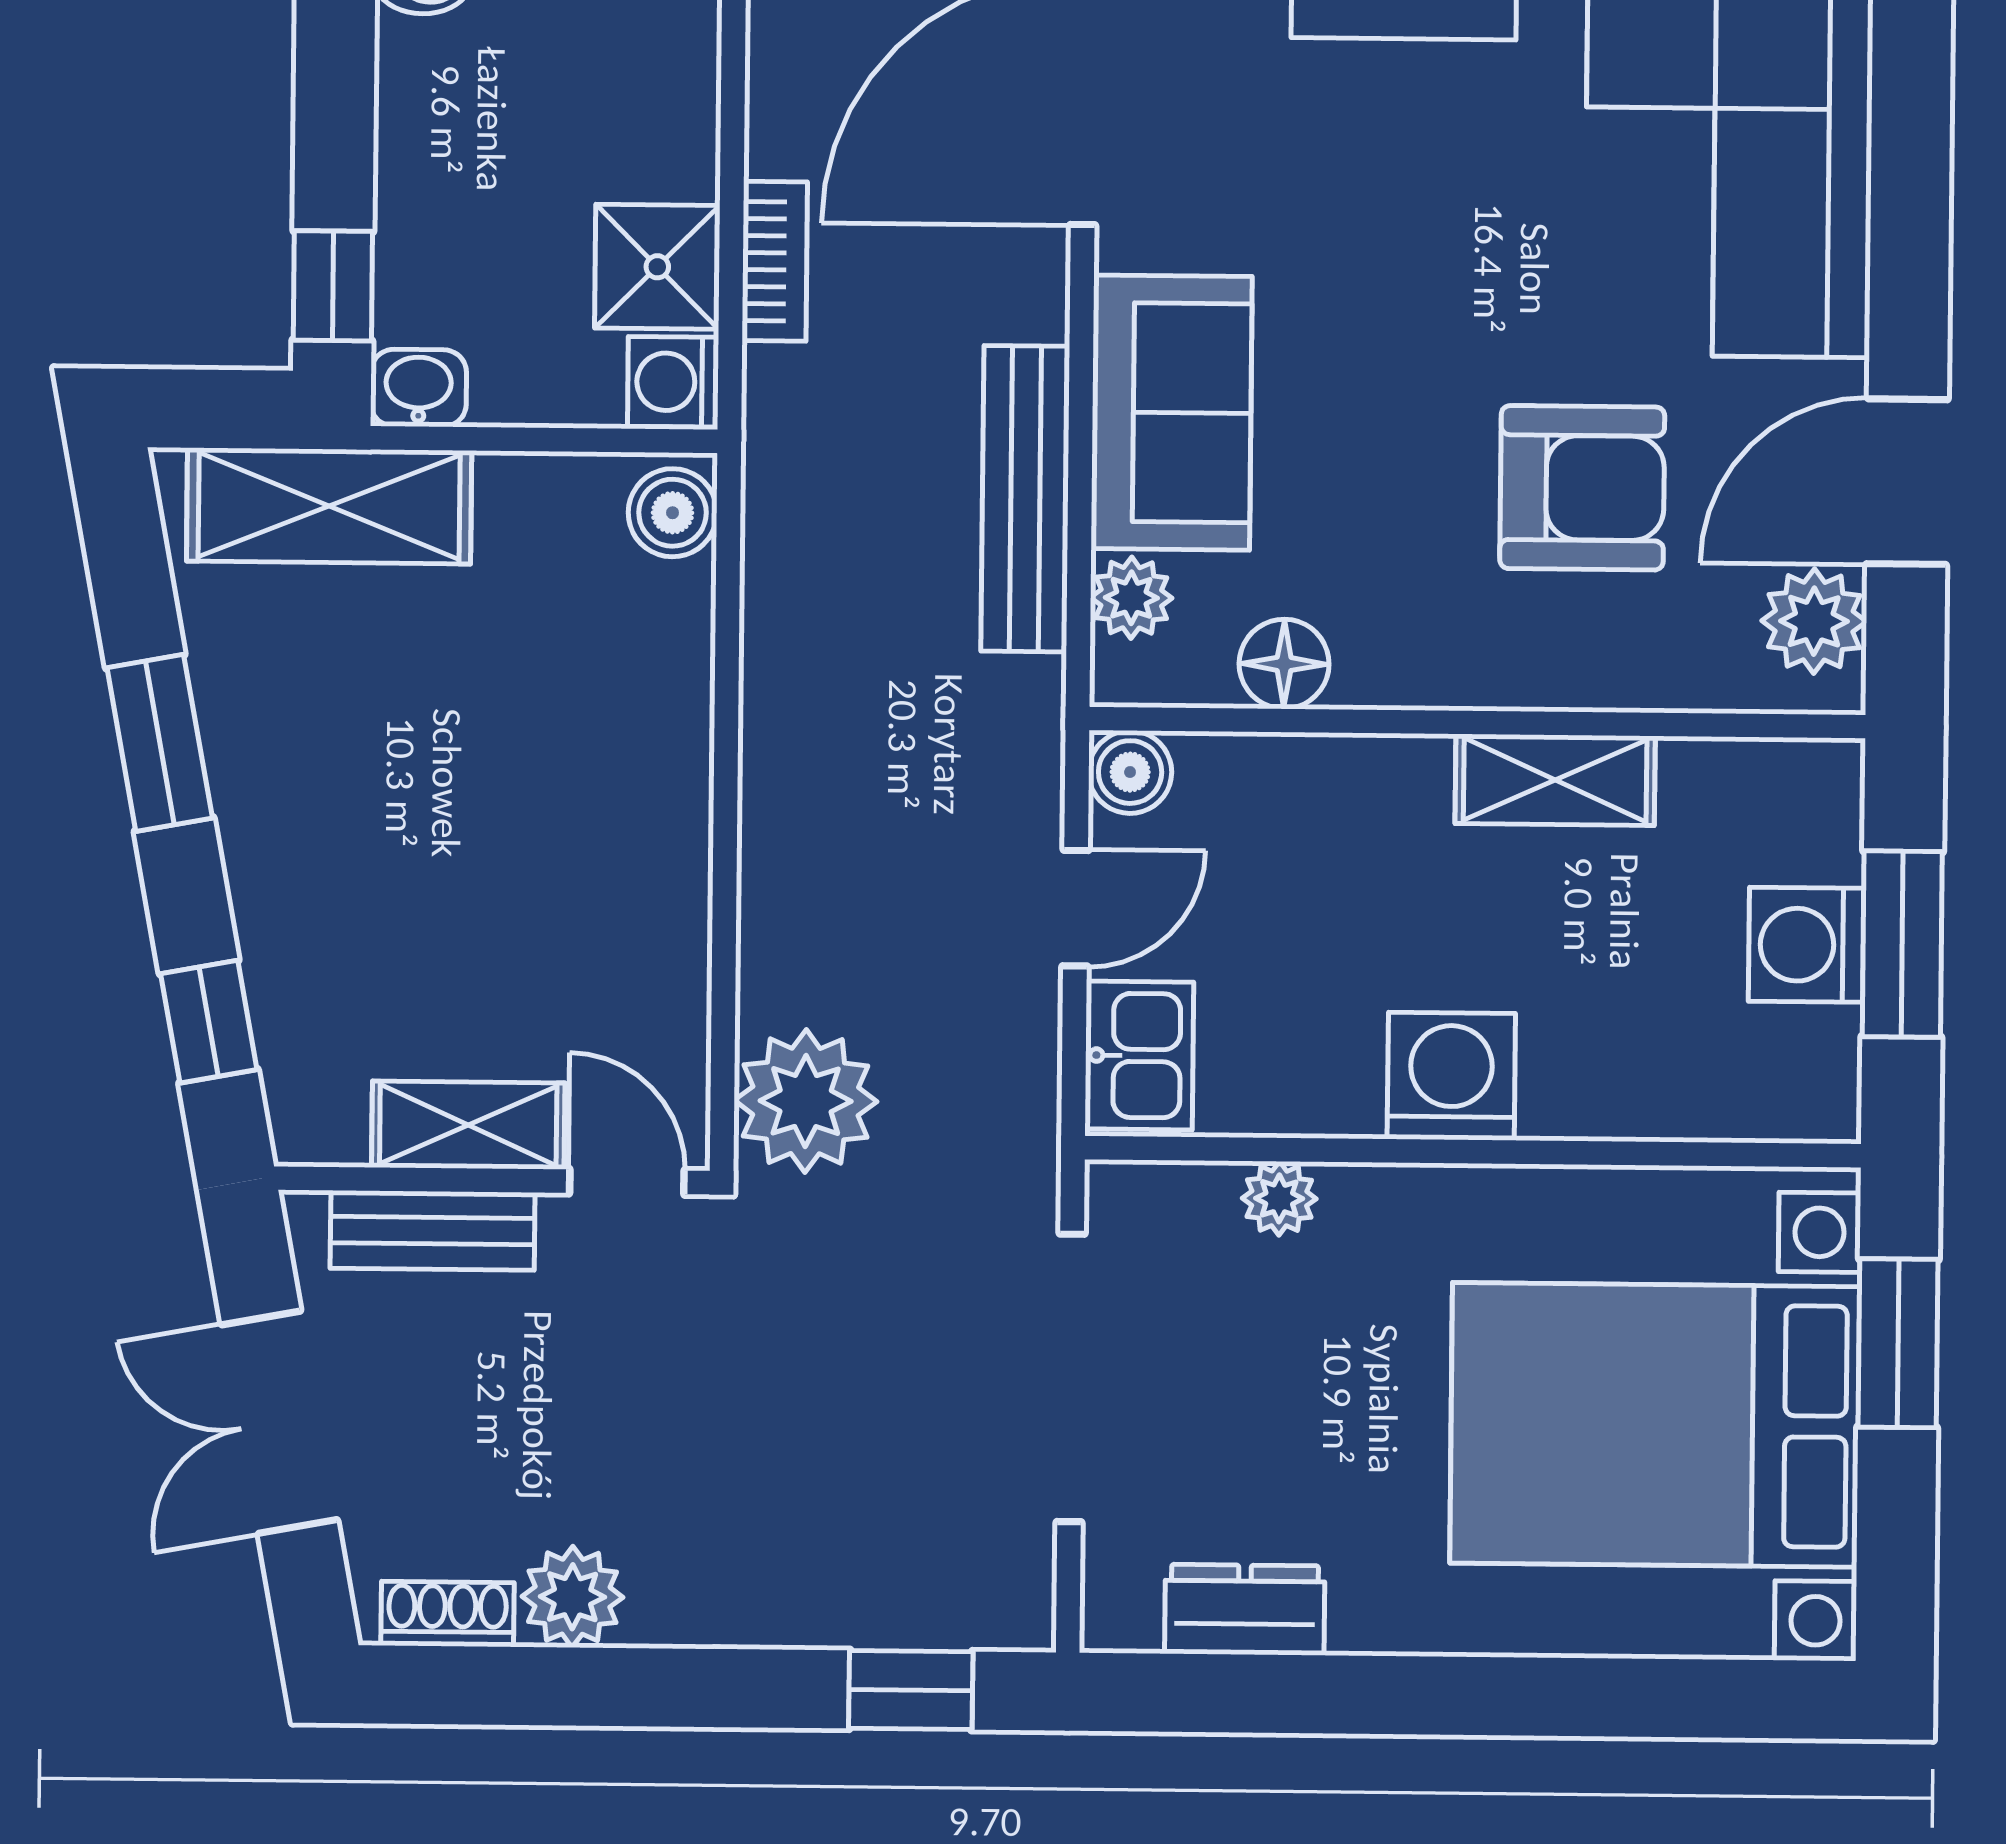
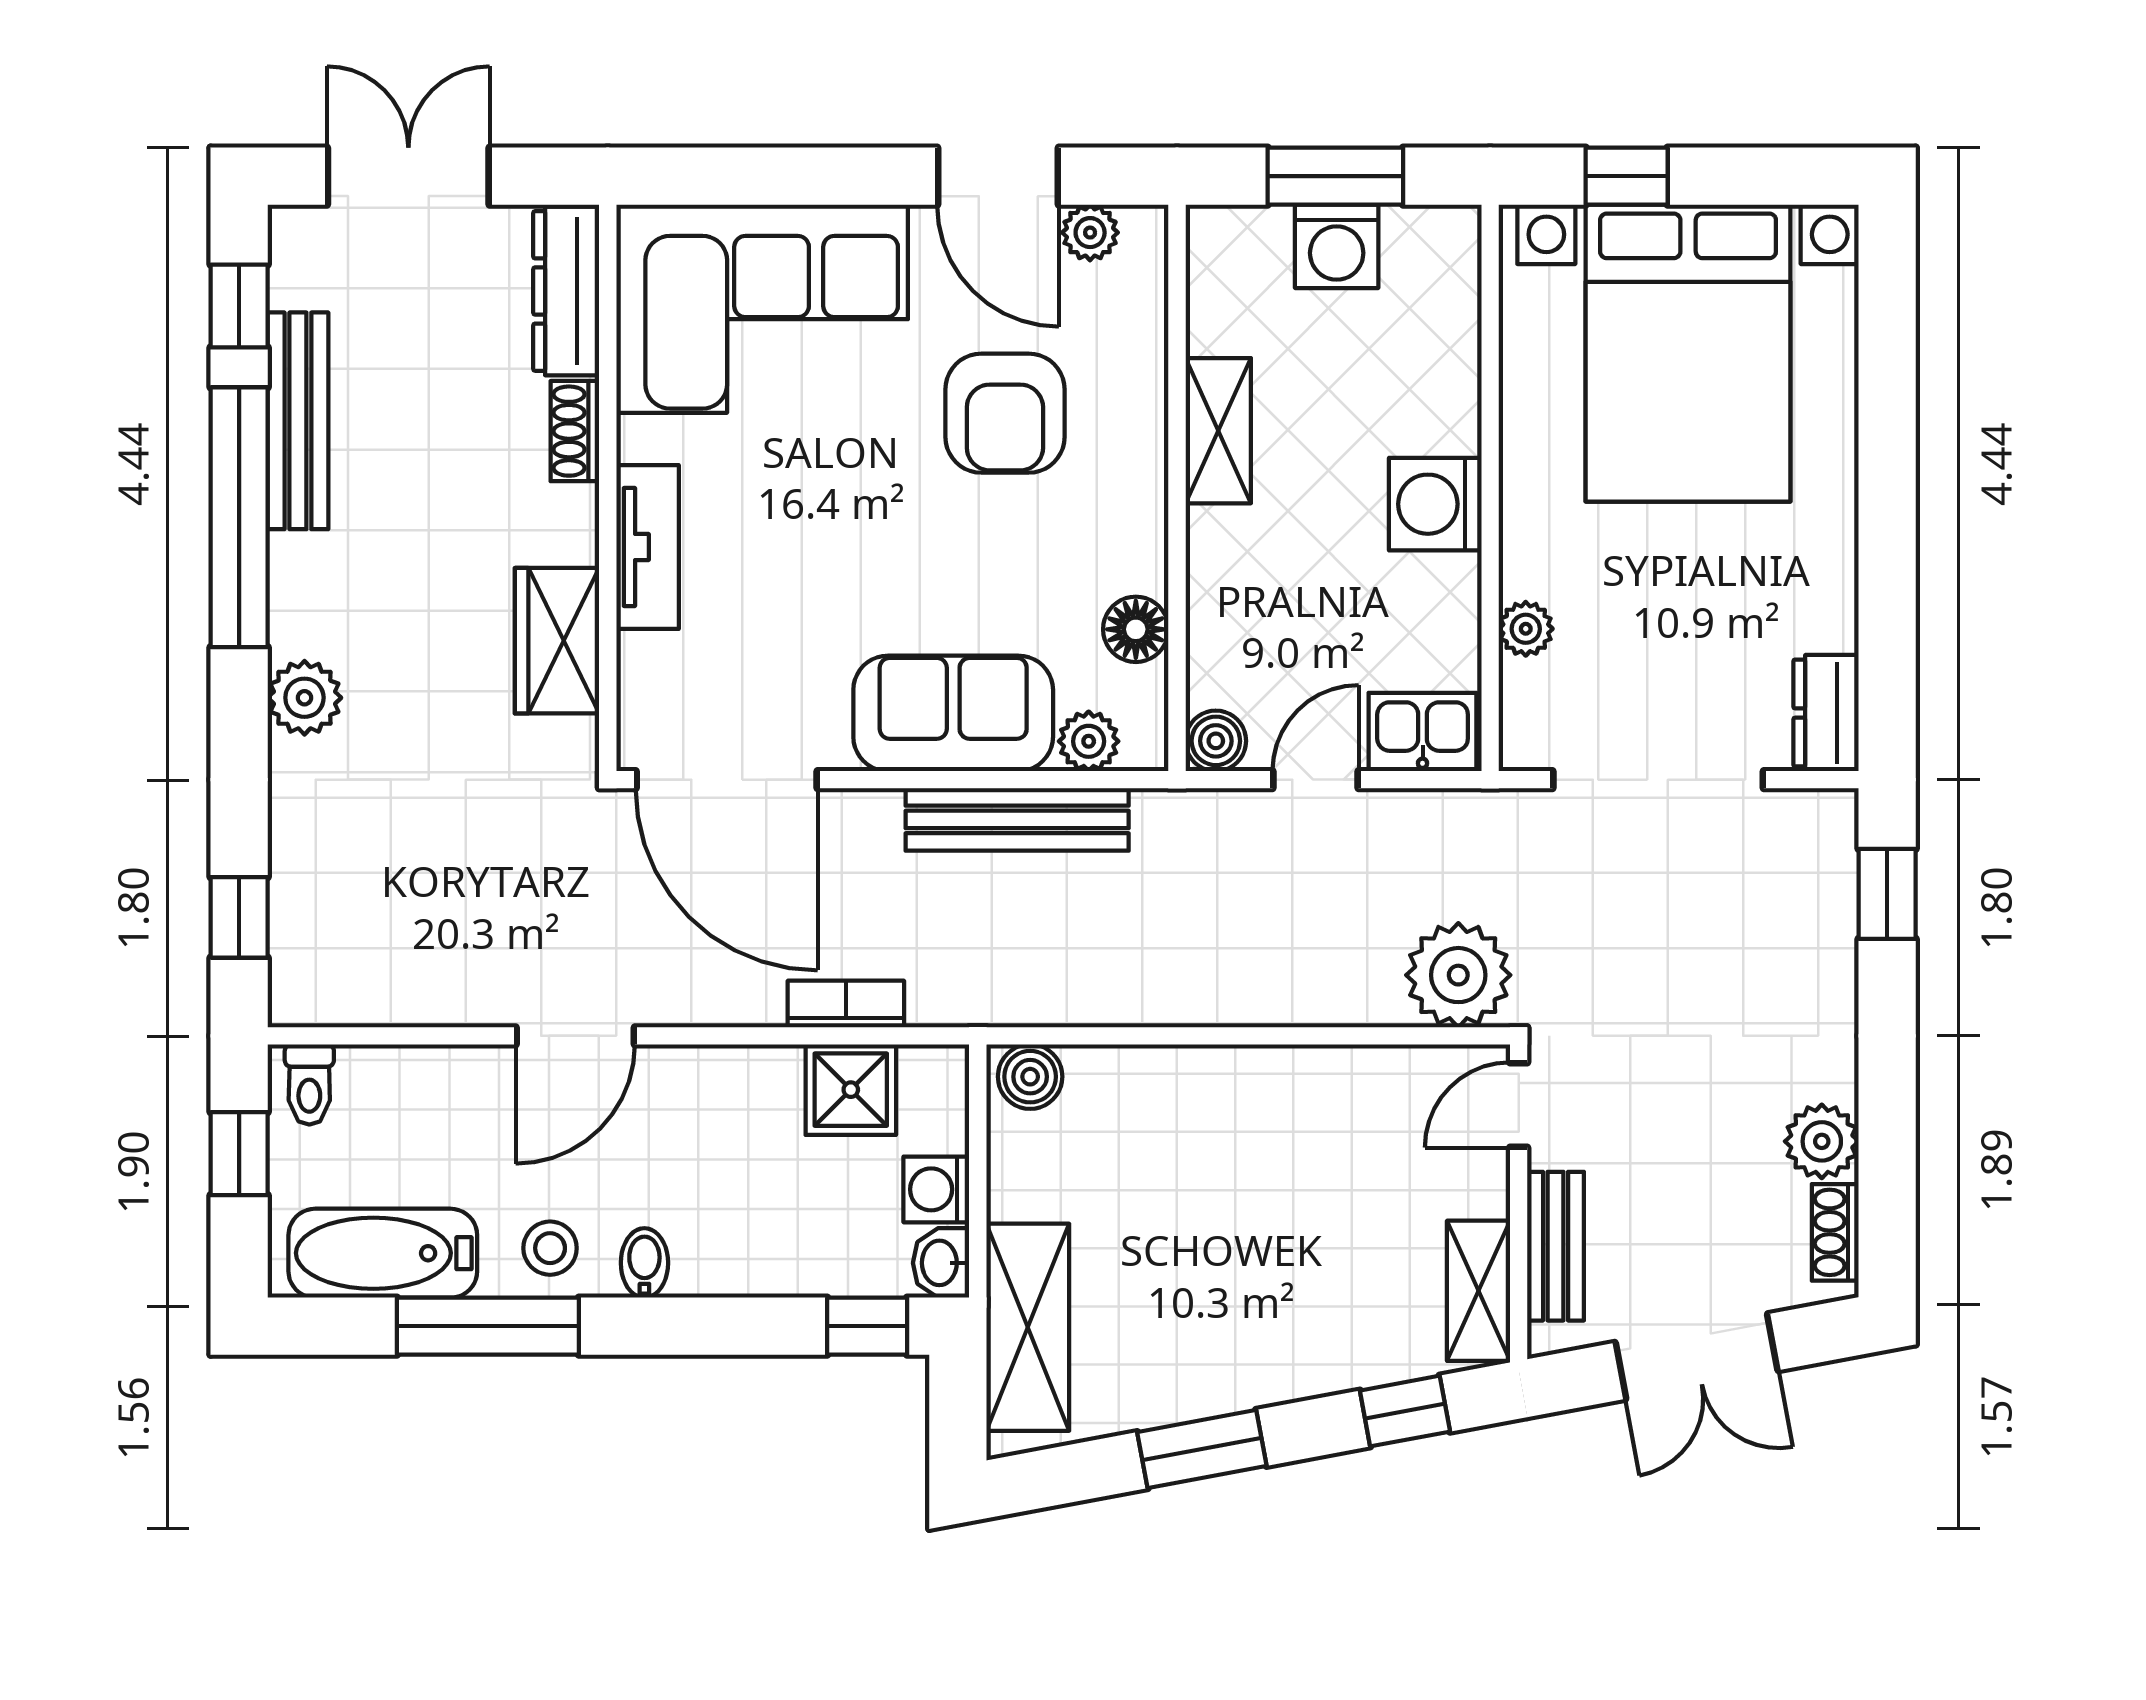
washing machine: (673, 382) -> (936, 1189), moved, turned 90
armchair: (1582, 488) -> (1005, 413), turned 180
plant: (1814, 621) -> (1090, 233), width x0.73, depth x0.73
door: (1075, 908) -> (1316, 780), hinge flipped
shelving: (468, 1125) -> (1479, 1291), moved
window: (1898, 1343) -> (1627, 176), width x0.67
dresser: (1245, 1610) -> (1826, 713), moved

